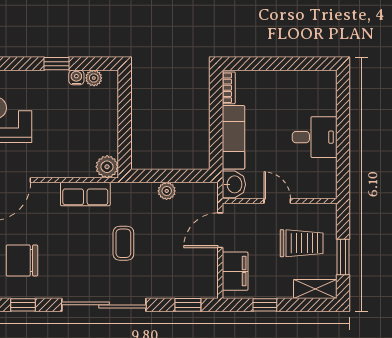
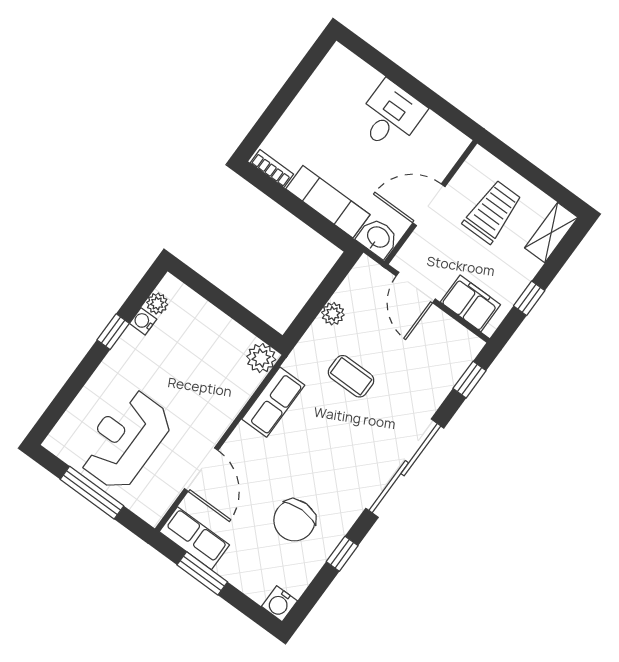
door: (277, 201) -> (429, 205), width x1.38
coffee table: (123, 243) -> (351, 376), moved
window: (343, 257) -> (539, 179), removed

